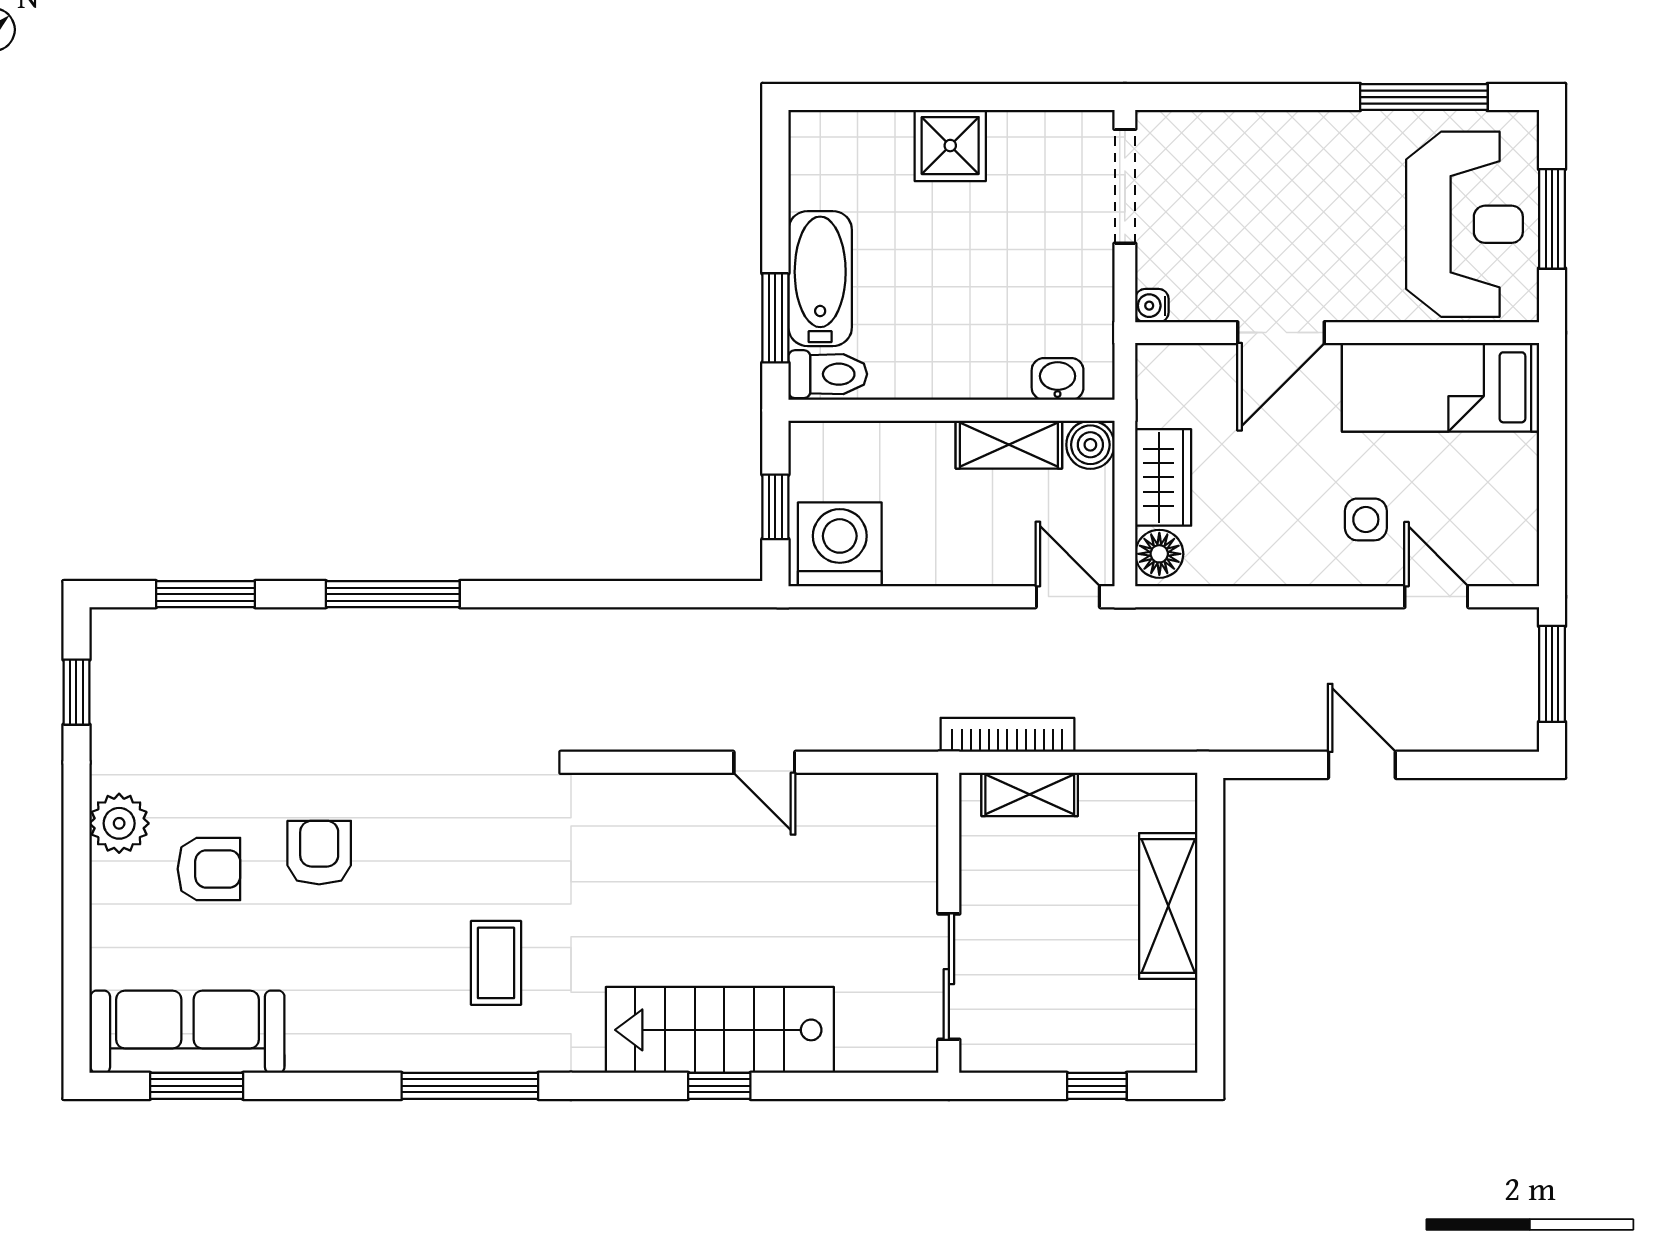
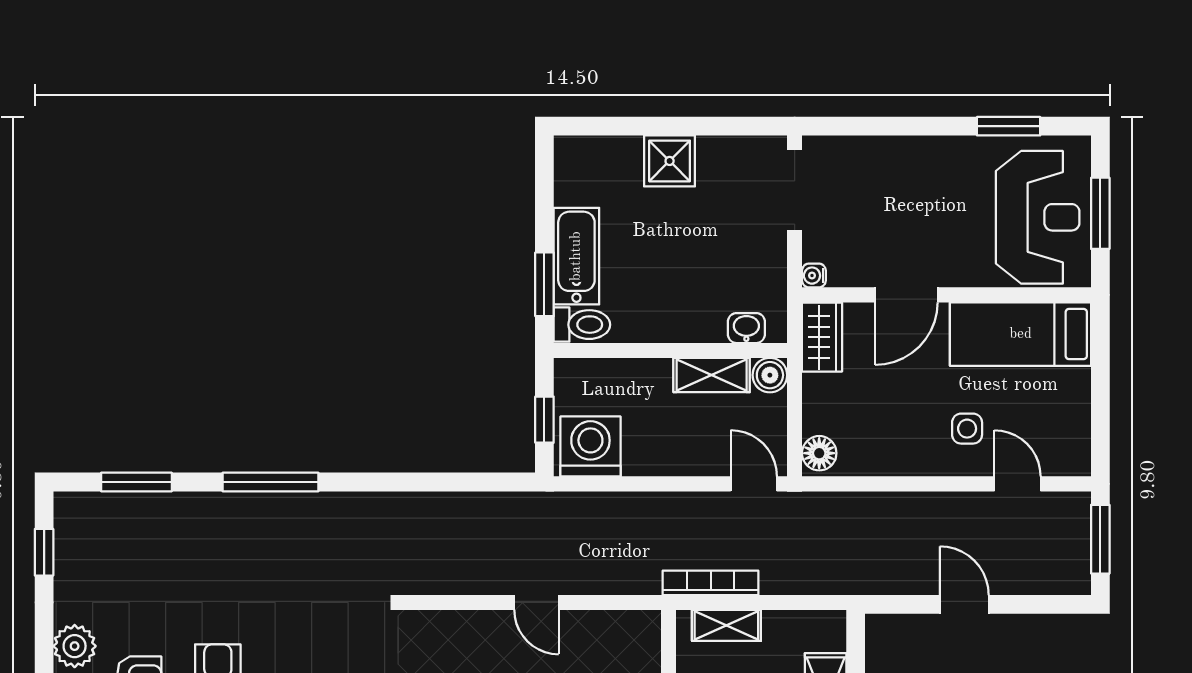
window: (1424, 97) -> (1009, 126), width x0.69
wardrobe: (1163, 477) -> (822, 337), moved

